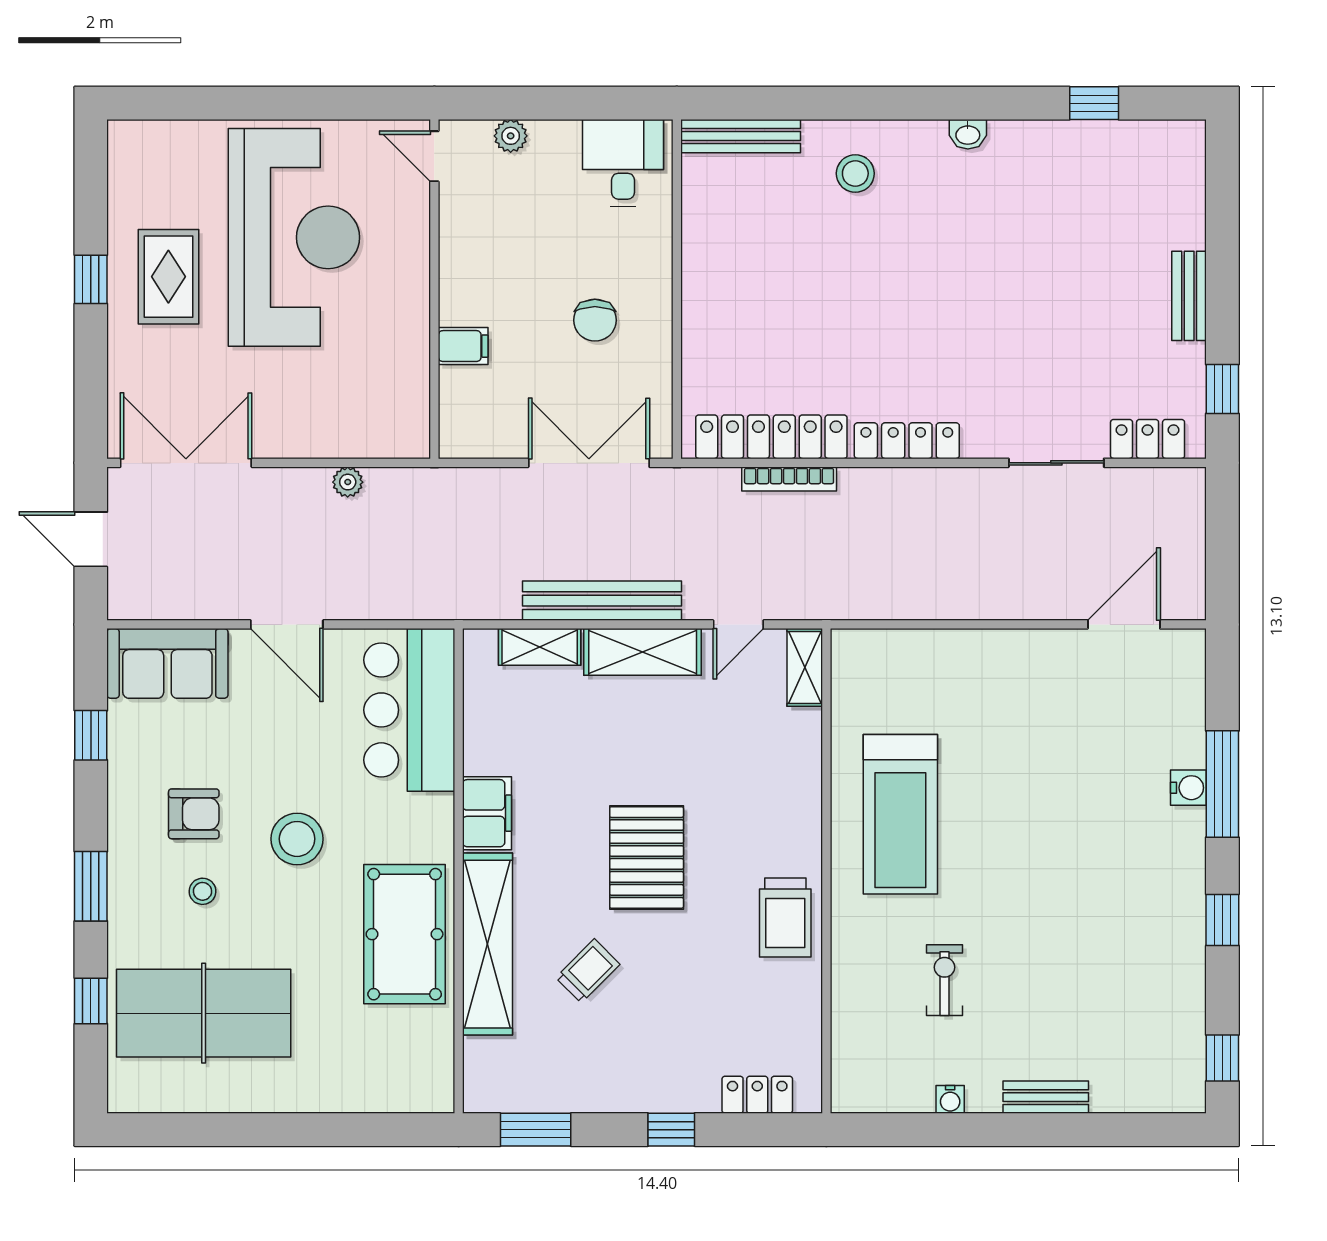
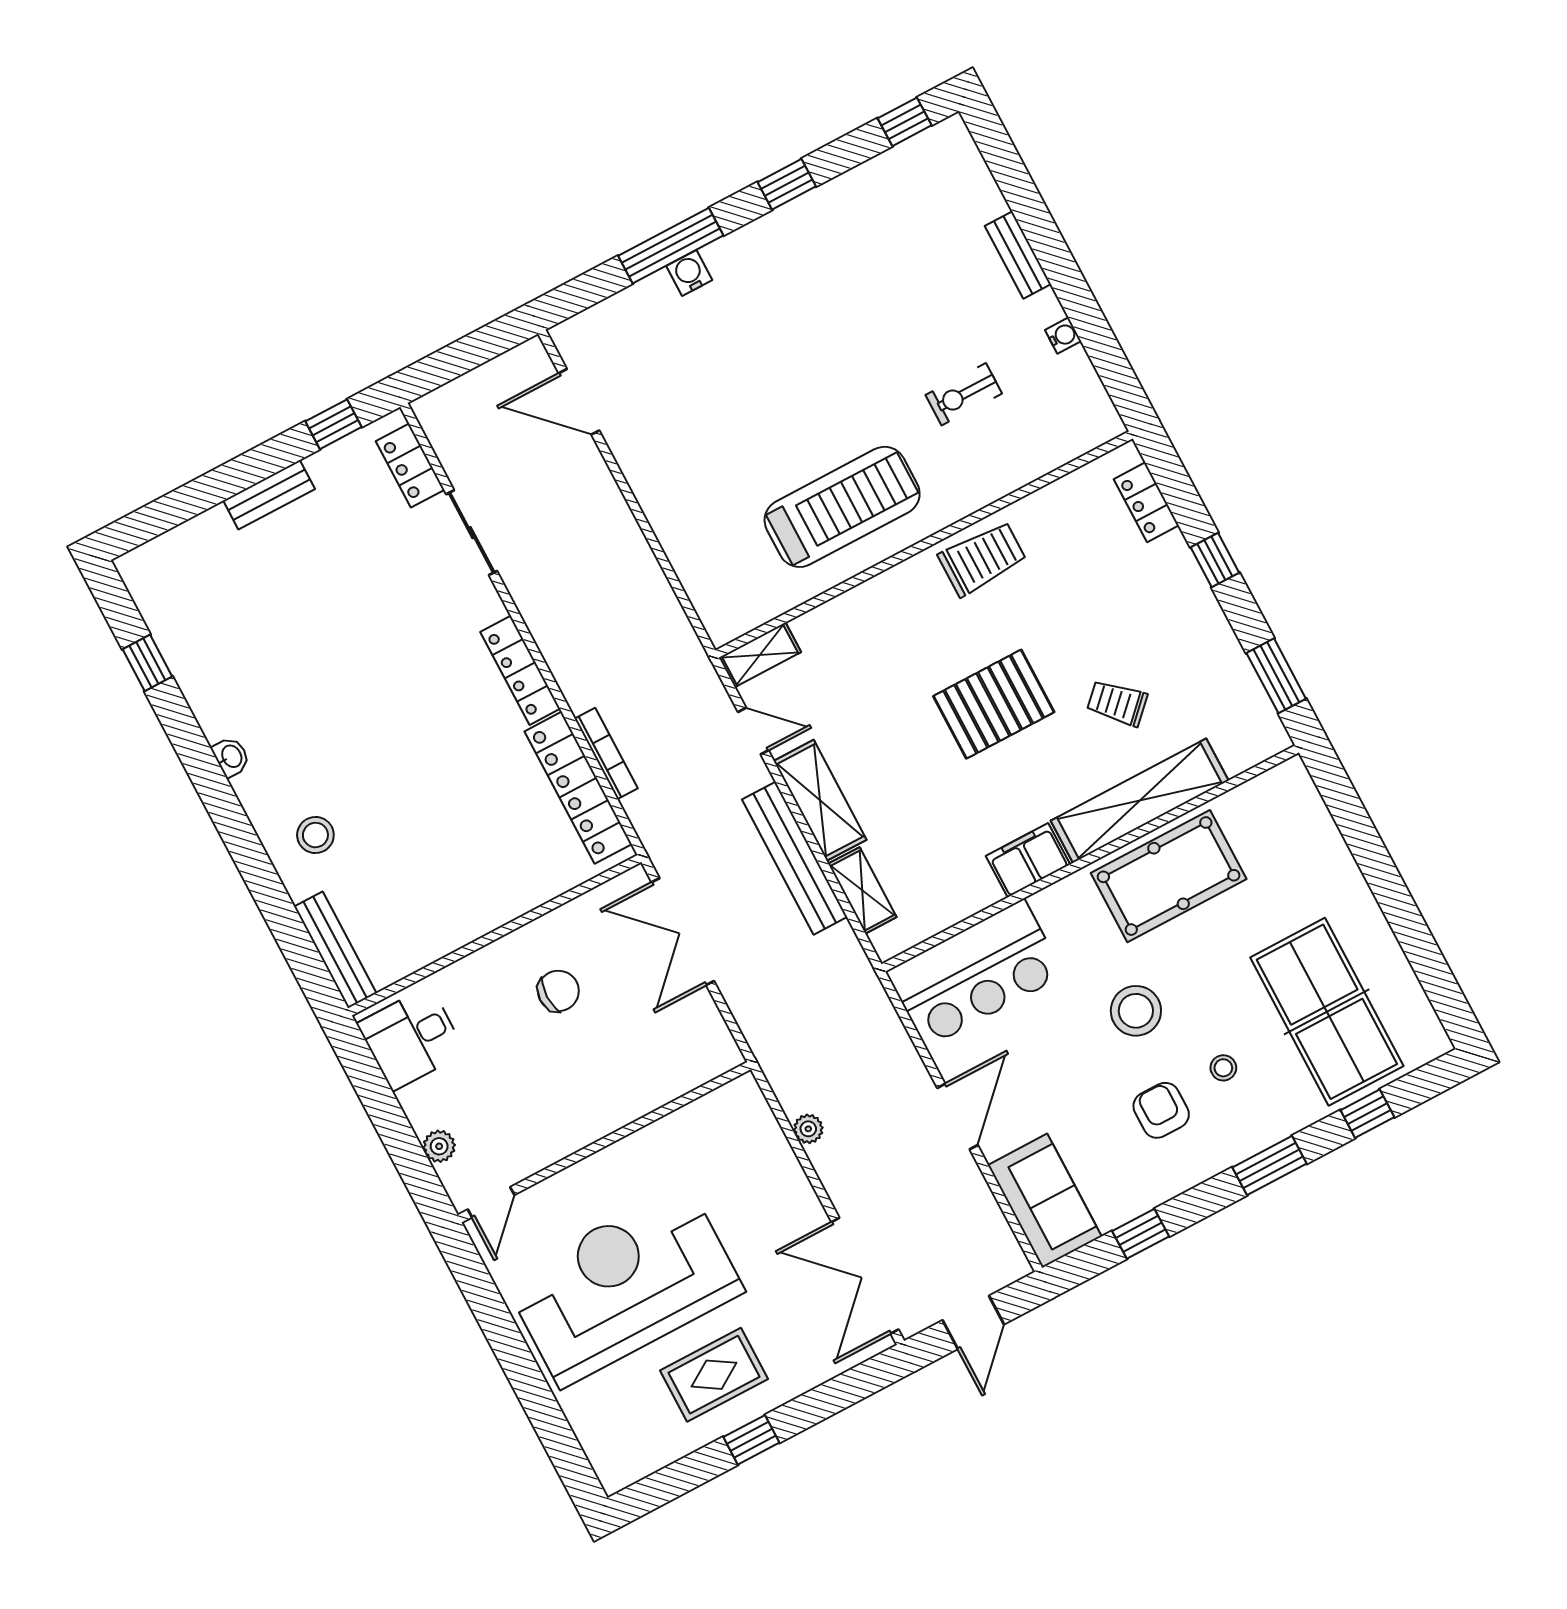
filing cabinet: (463, 346) -> (640, 1092), removed

